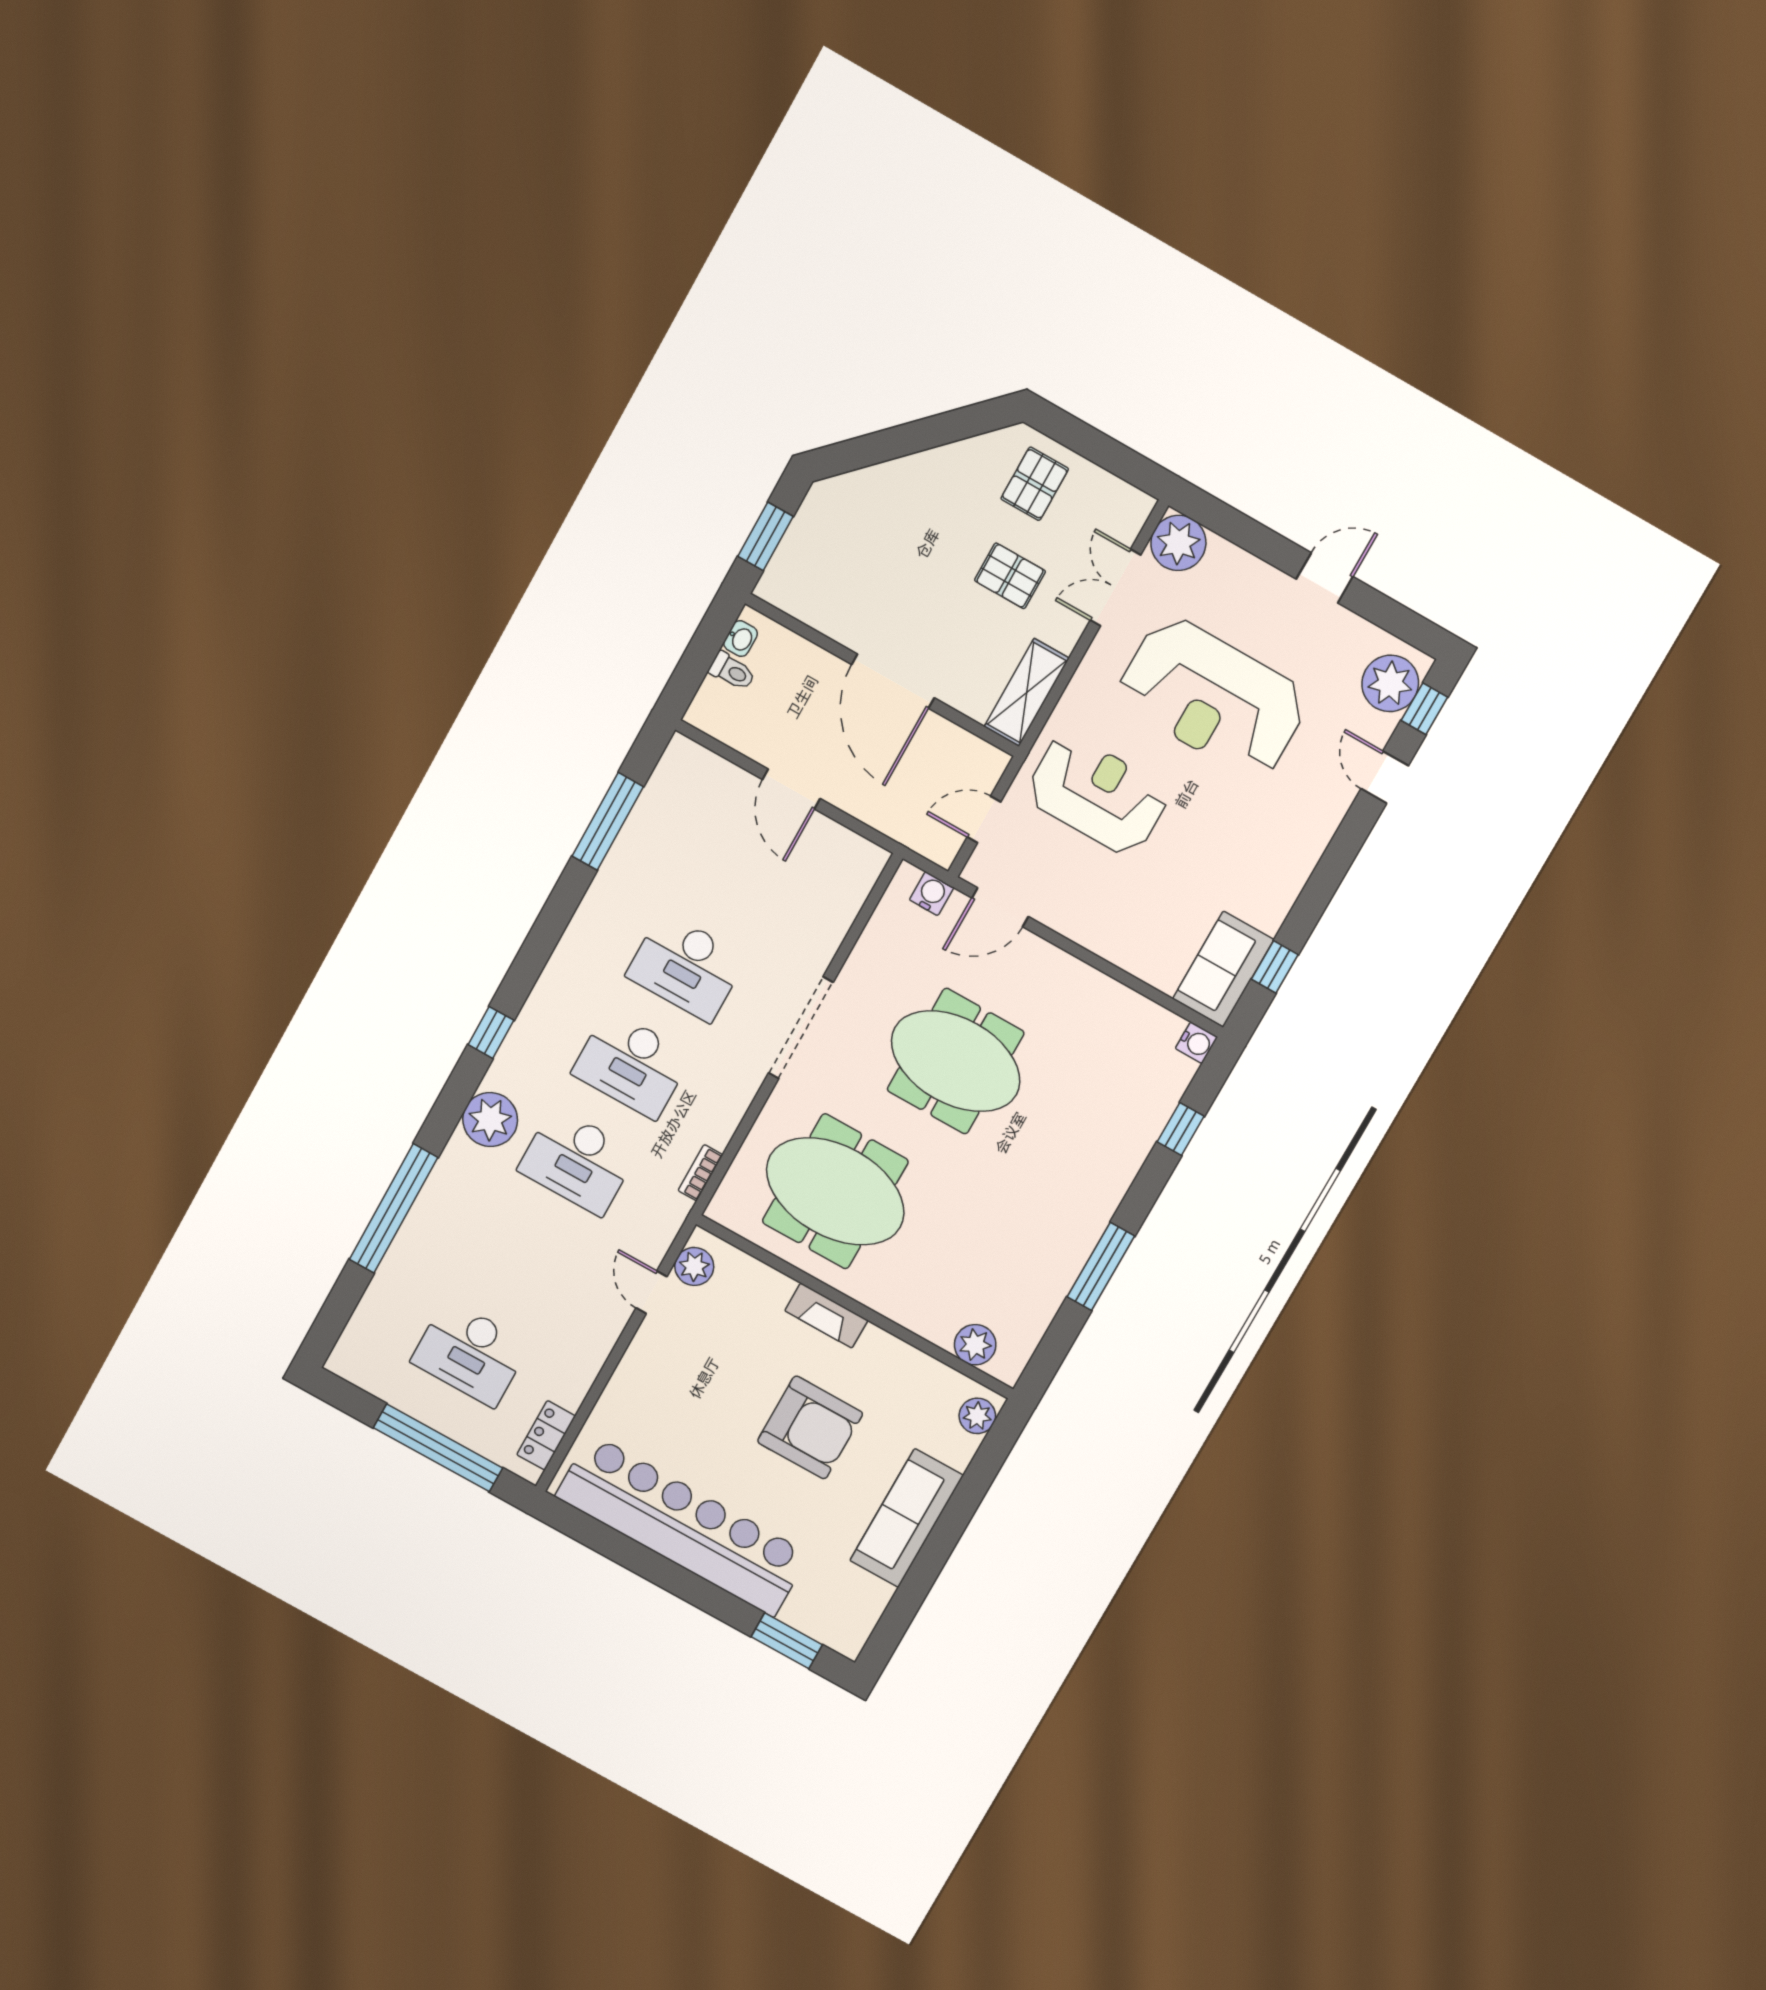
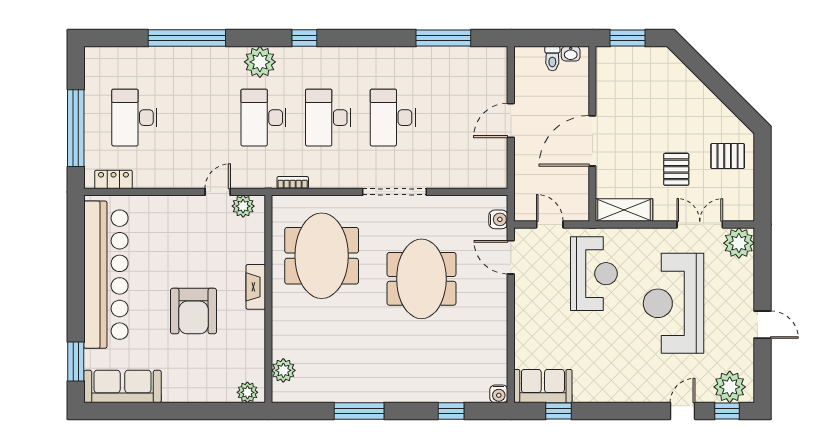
sofa: (907, 1518) -> (123, 386), moved

